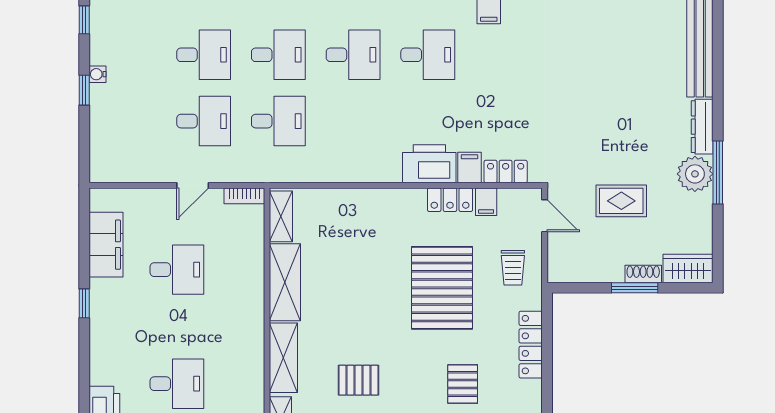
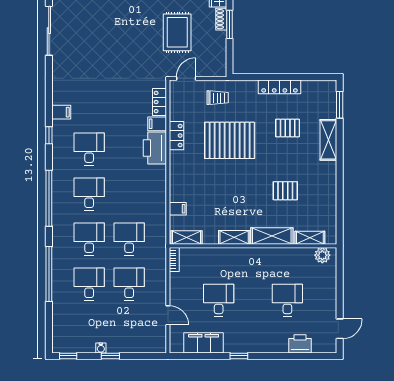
door: (193, 185) -> (168, 315), moved
rug: (621, 201) -> (177, 32), width x1.36, depth x1.43
filing cabinet: (486, 202) -> (178, 209), moved
shelving: (285, 282) -> (234, 237), width x0.67, depth x0.75
locker: (531, 345) -> (280, 87), moved
pallet: (359, 380) -> (285, 191), turned 90

